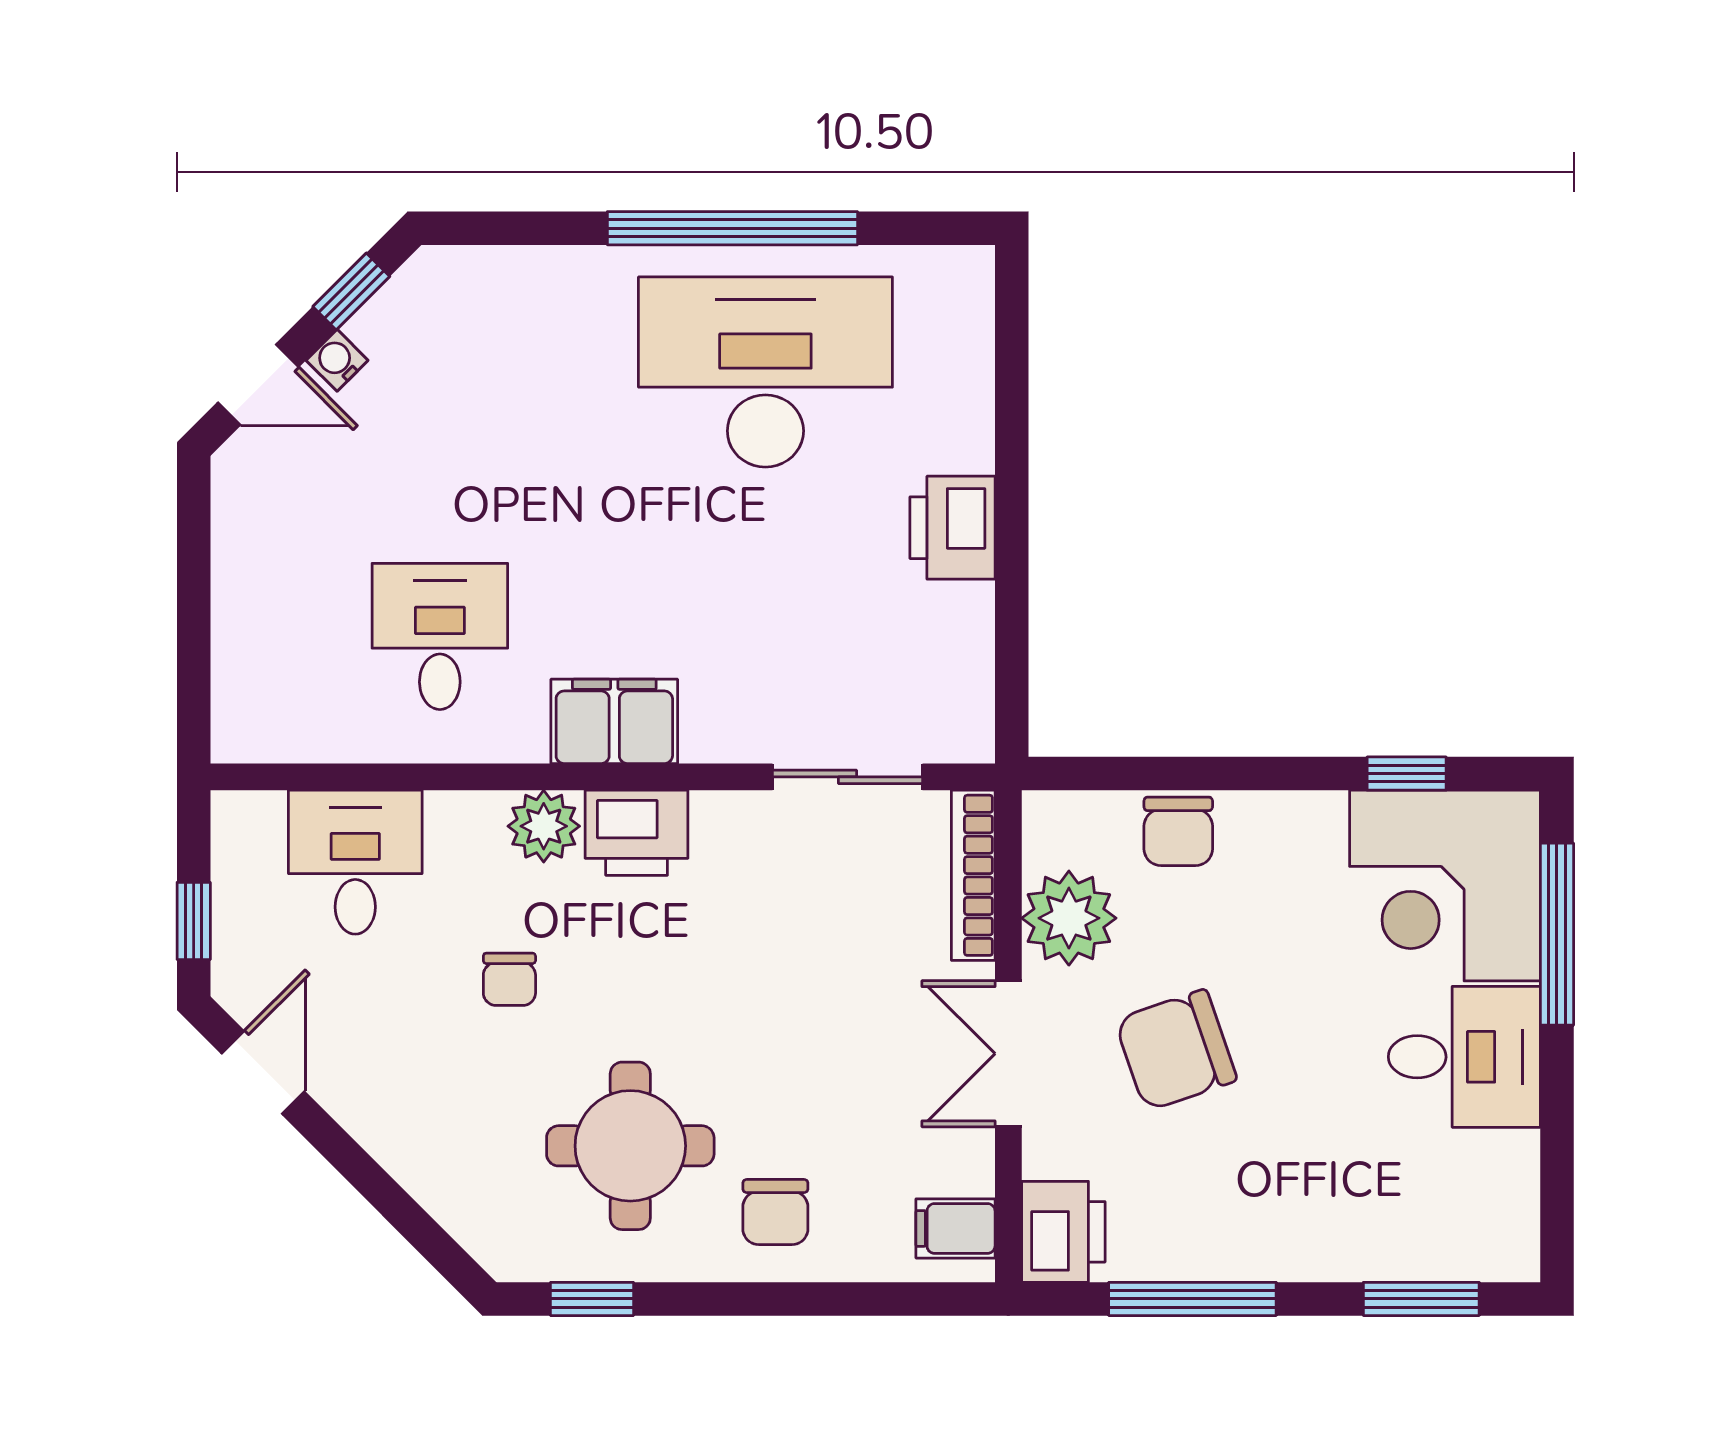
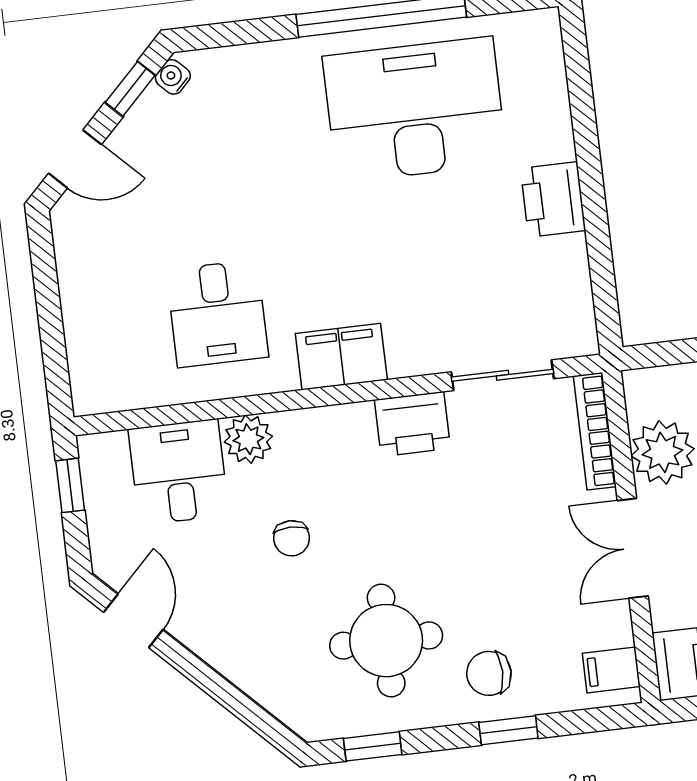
water cooler: (337, 360) -> (173, 77), moved
desk: (440, 636) -> (217, 314), turned 180
plant: (544, 826) -> (248, 439), moved
printer: (637, 833) -> (412, 424), moved
window: (194, 921) -> (70, 485), moved
chair: (775, 1212) -> (489, 673), turned 90
window: (794, 1299) -> (508, 730), added

